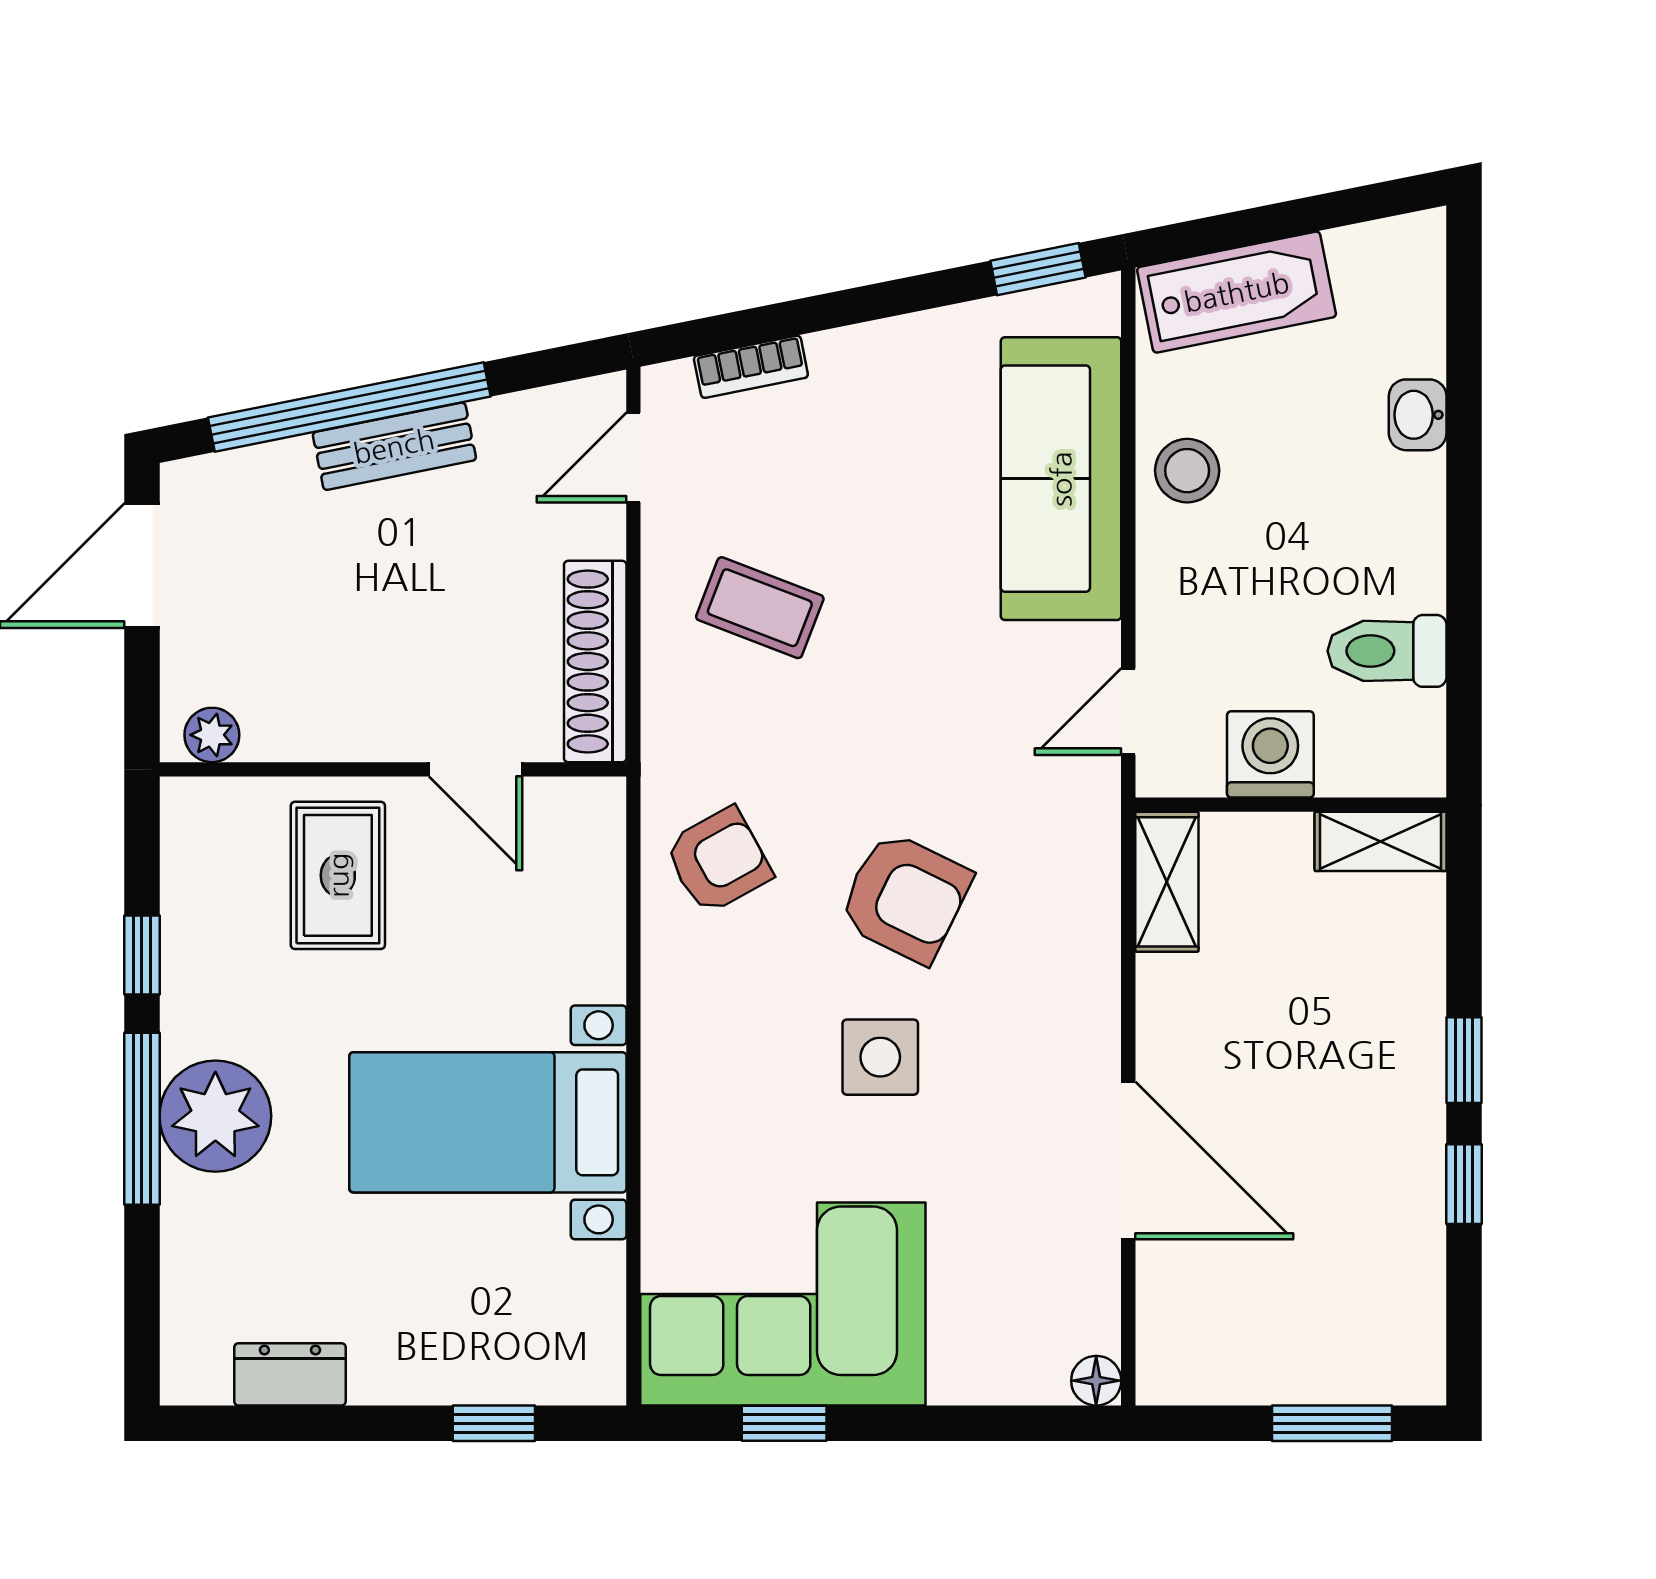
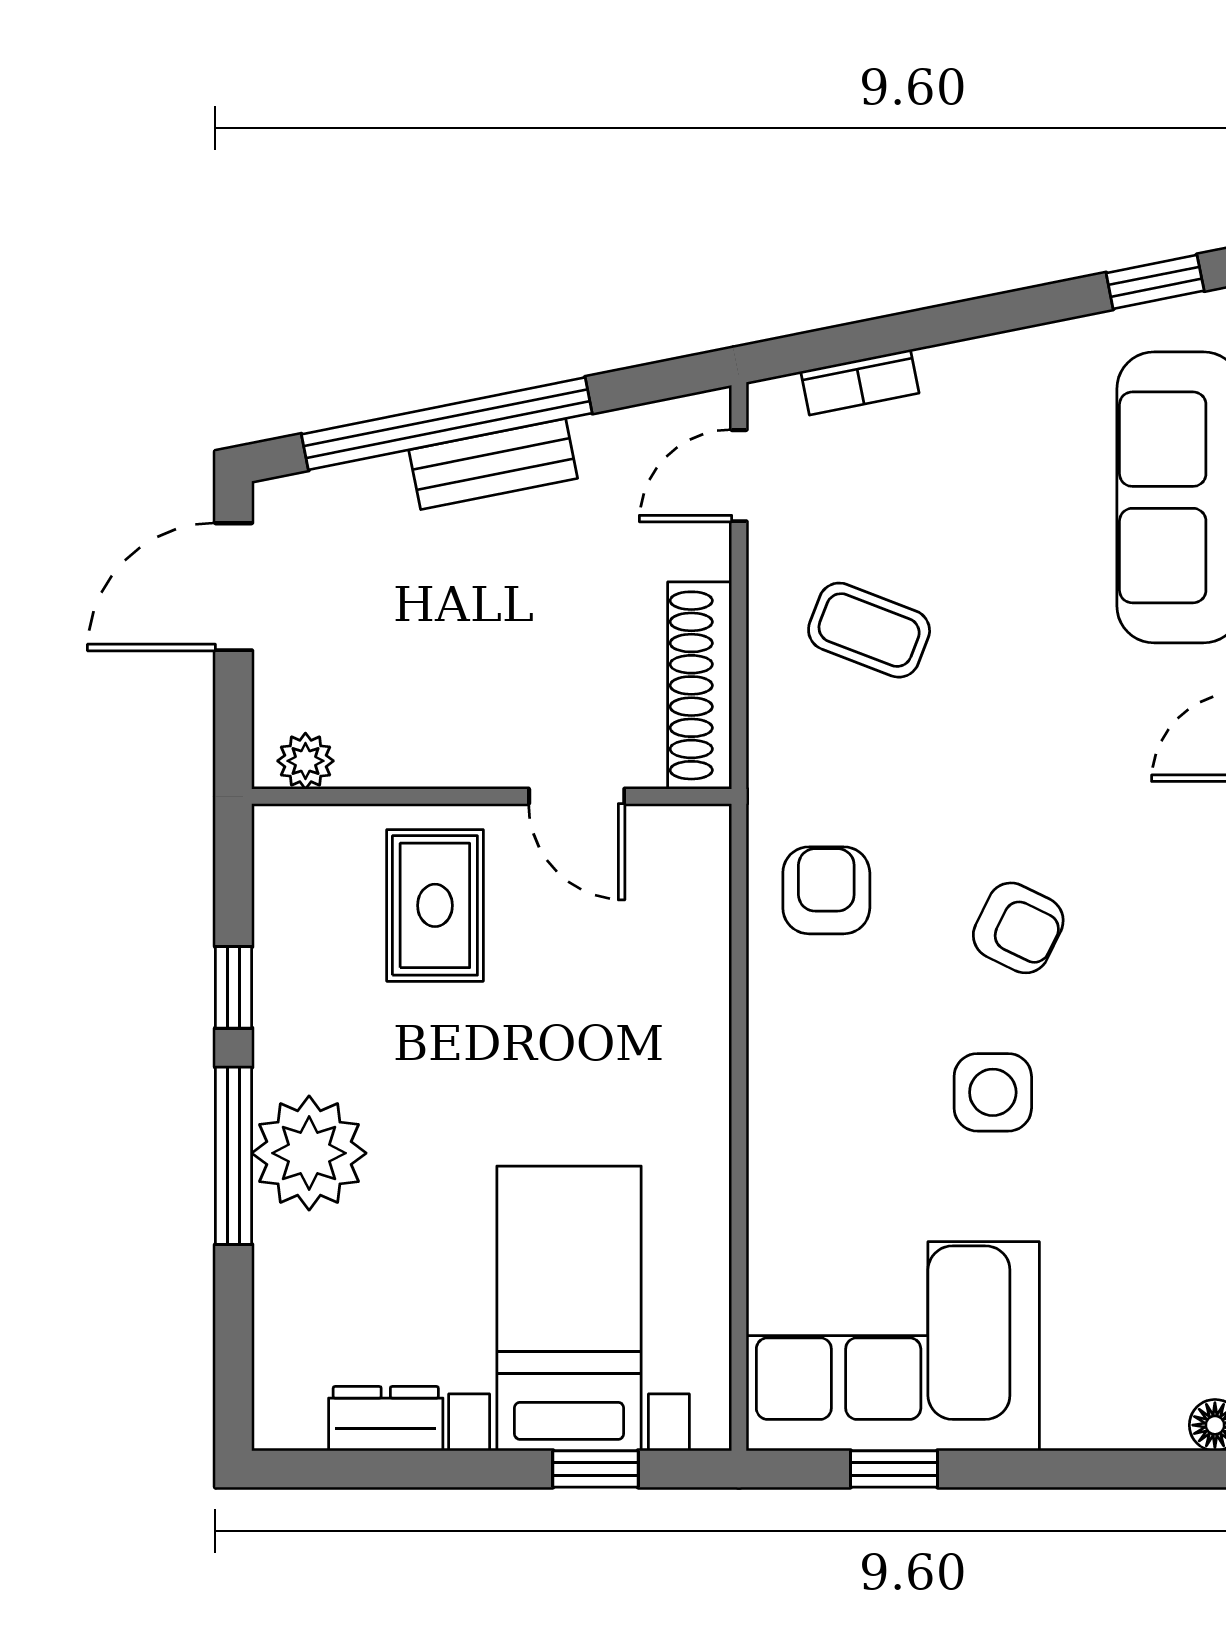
armchair: (718, 861) -> (826, 890), turned -61
armchair: (905, 897) -> (1018, 928), width x0.72, depth x0.72
bed with nightstands: (488, 1122) -> (569, 1308), moved, turned 90

